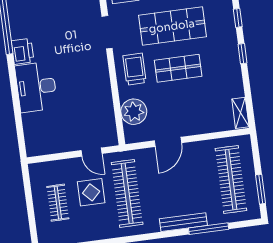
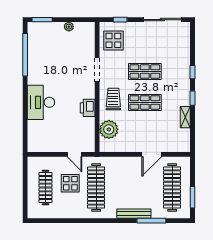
shop shelf: (172, 26) -> (145, 72), width x0.70, depth x0.74
printer: (23, 51) -> (88, 108), moved, turned 180
shelving: (240, 113) -> (185, 117), moved
door: (168, 142) -> (152, 154), moved
clothes rail: (58, 203) -> (45, 188), width x1.36

